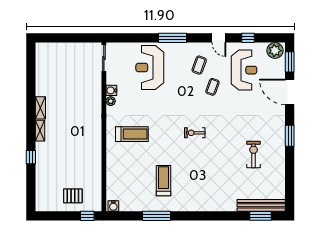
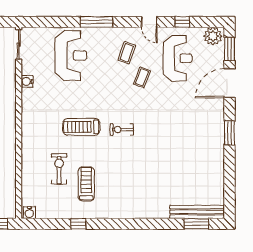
reception desk: (150, 68) -> (71, 55), turned 180
door: (290, 92) -> (229, 83), hinge flipped
plant: (111, 101) -> (26, 94), removed
treadmill: (132, 134) -> (81, 127), moved, turned 180
exercise bike: (254, 155) -> (59, 169), moved
window: (157, 216) -> (78, 224), width x0.46

